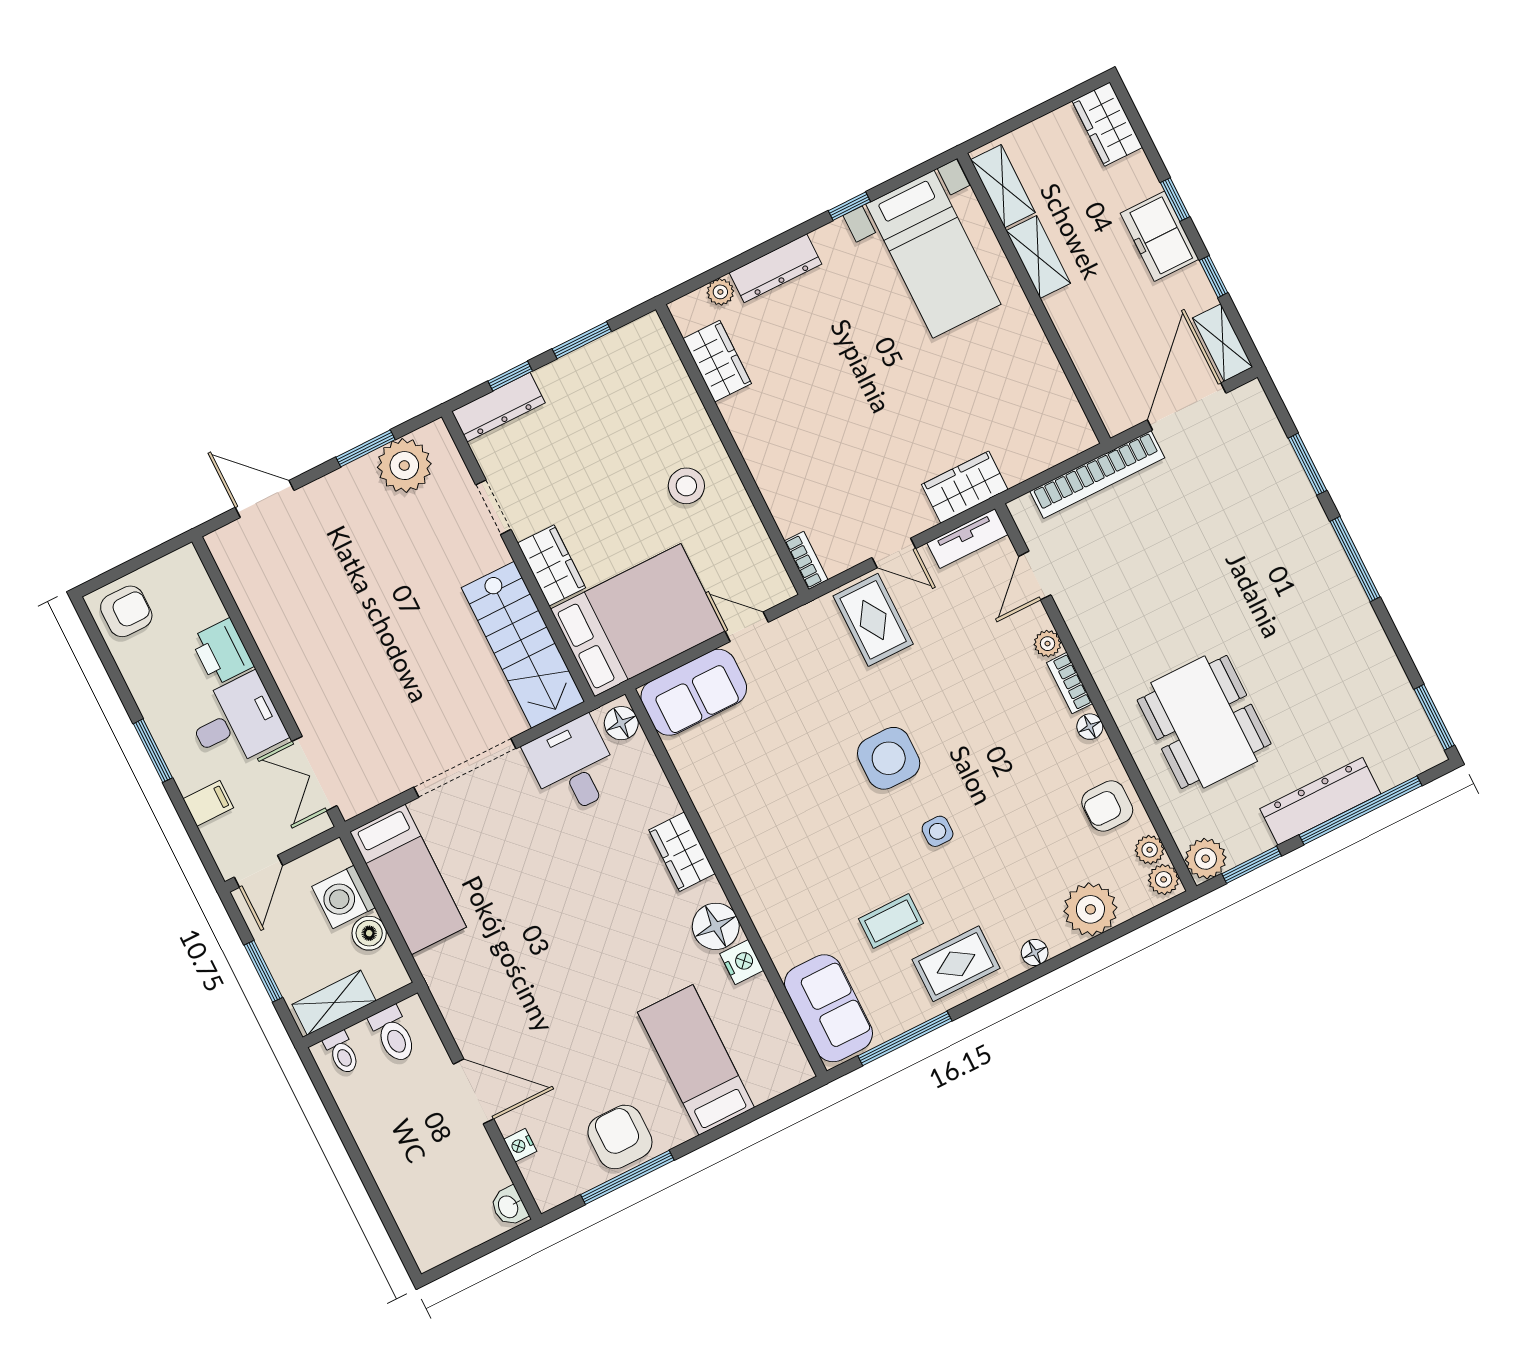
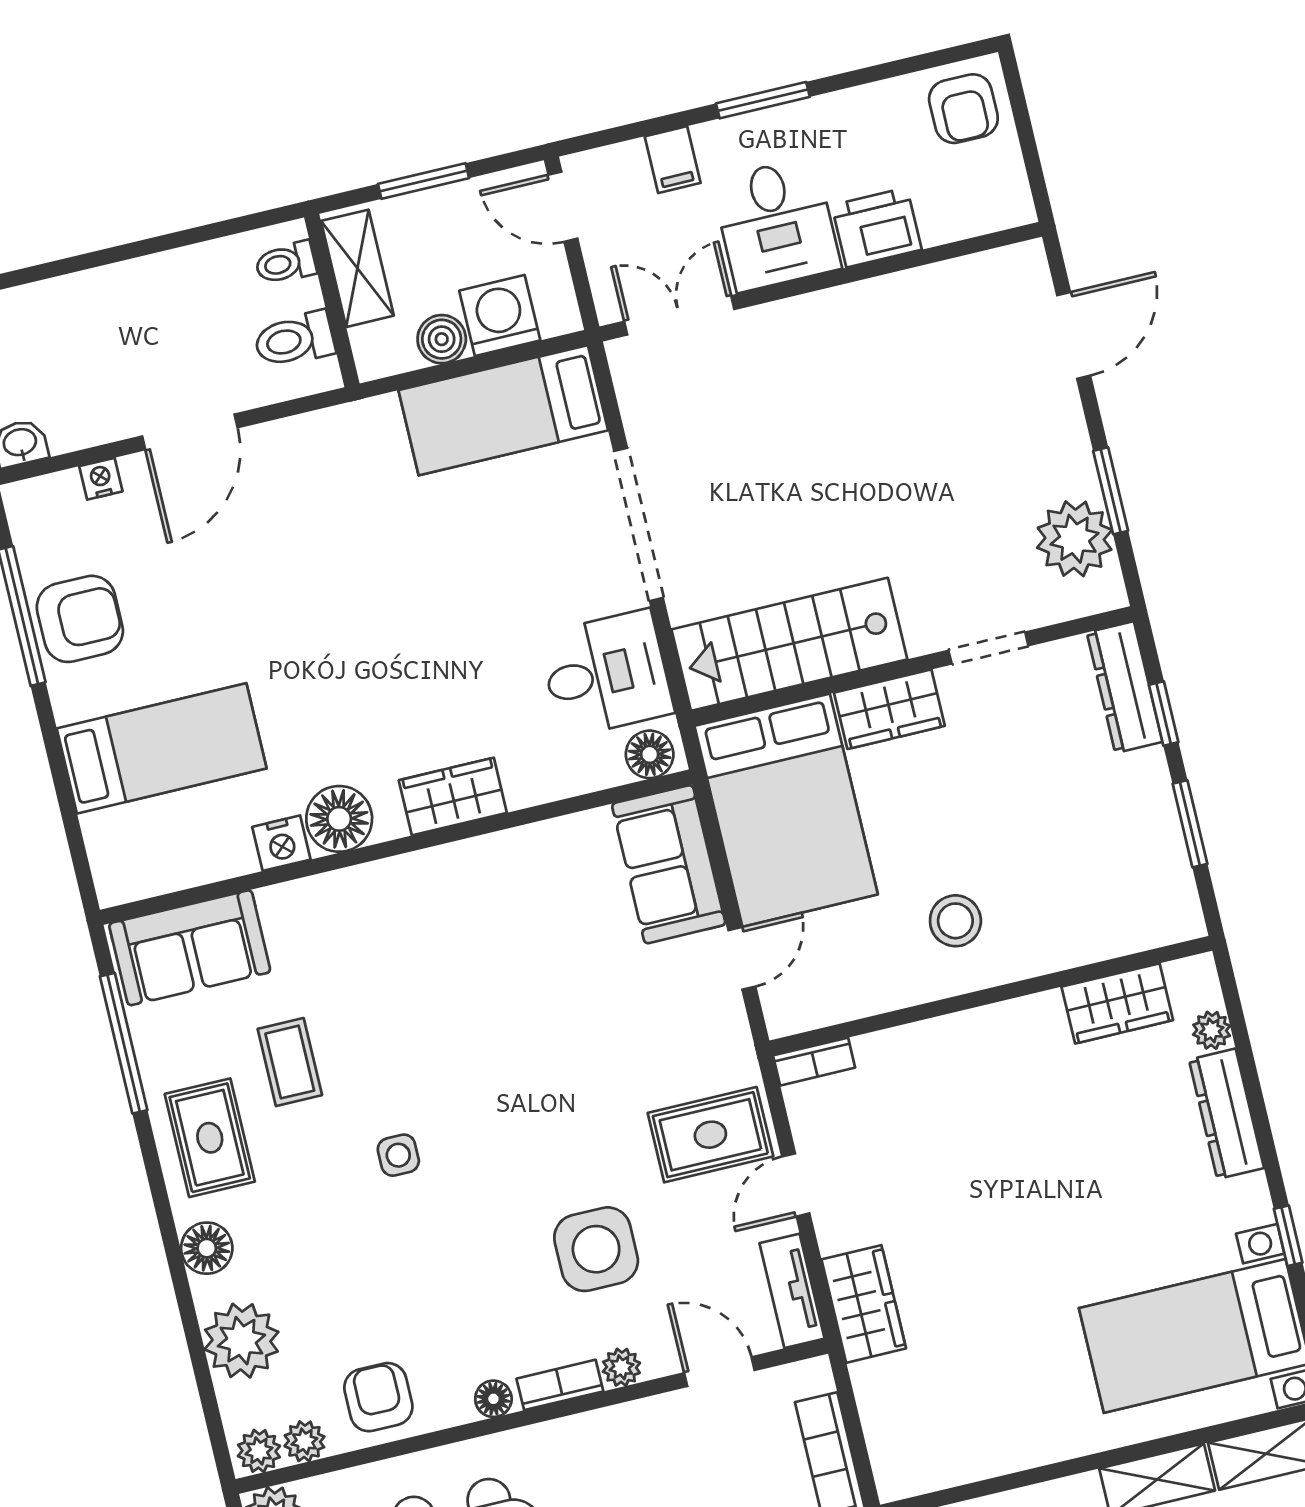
side table: (889, 758) -> (596, 1249), moved
floor lamp: (1035, 953) -> (207, 1248), width x1.37, depth x1.37

